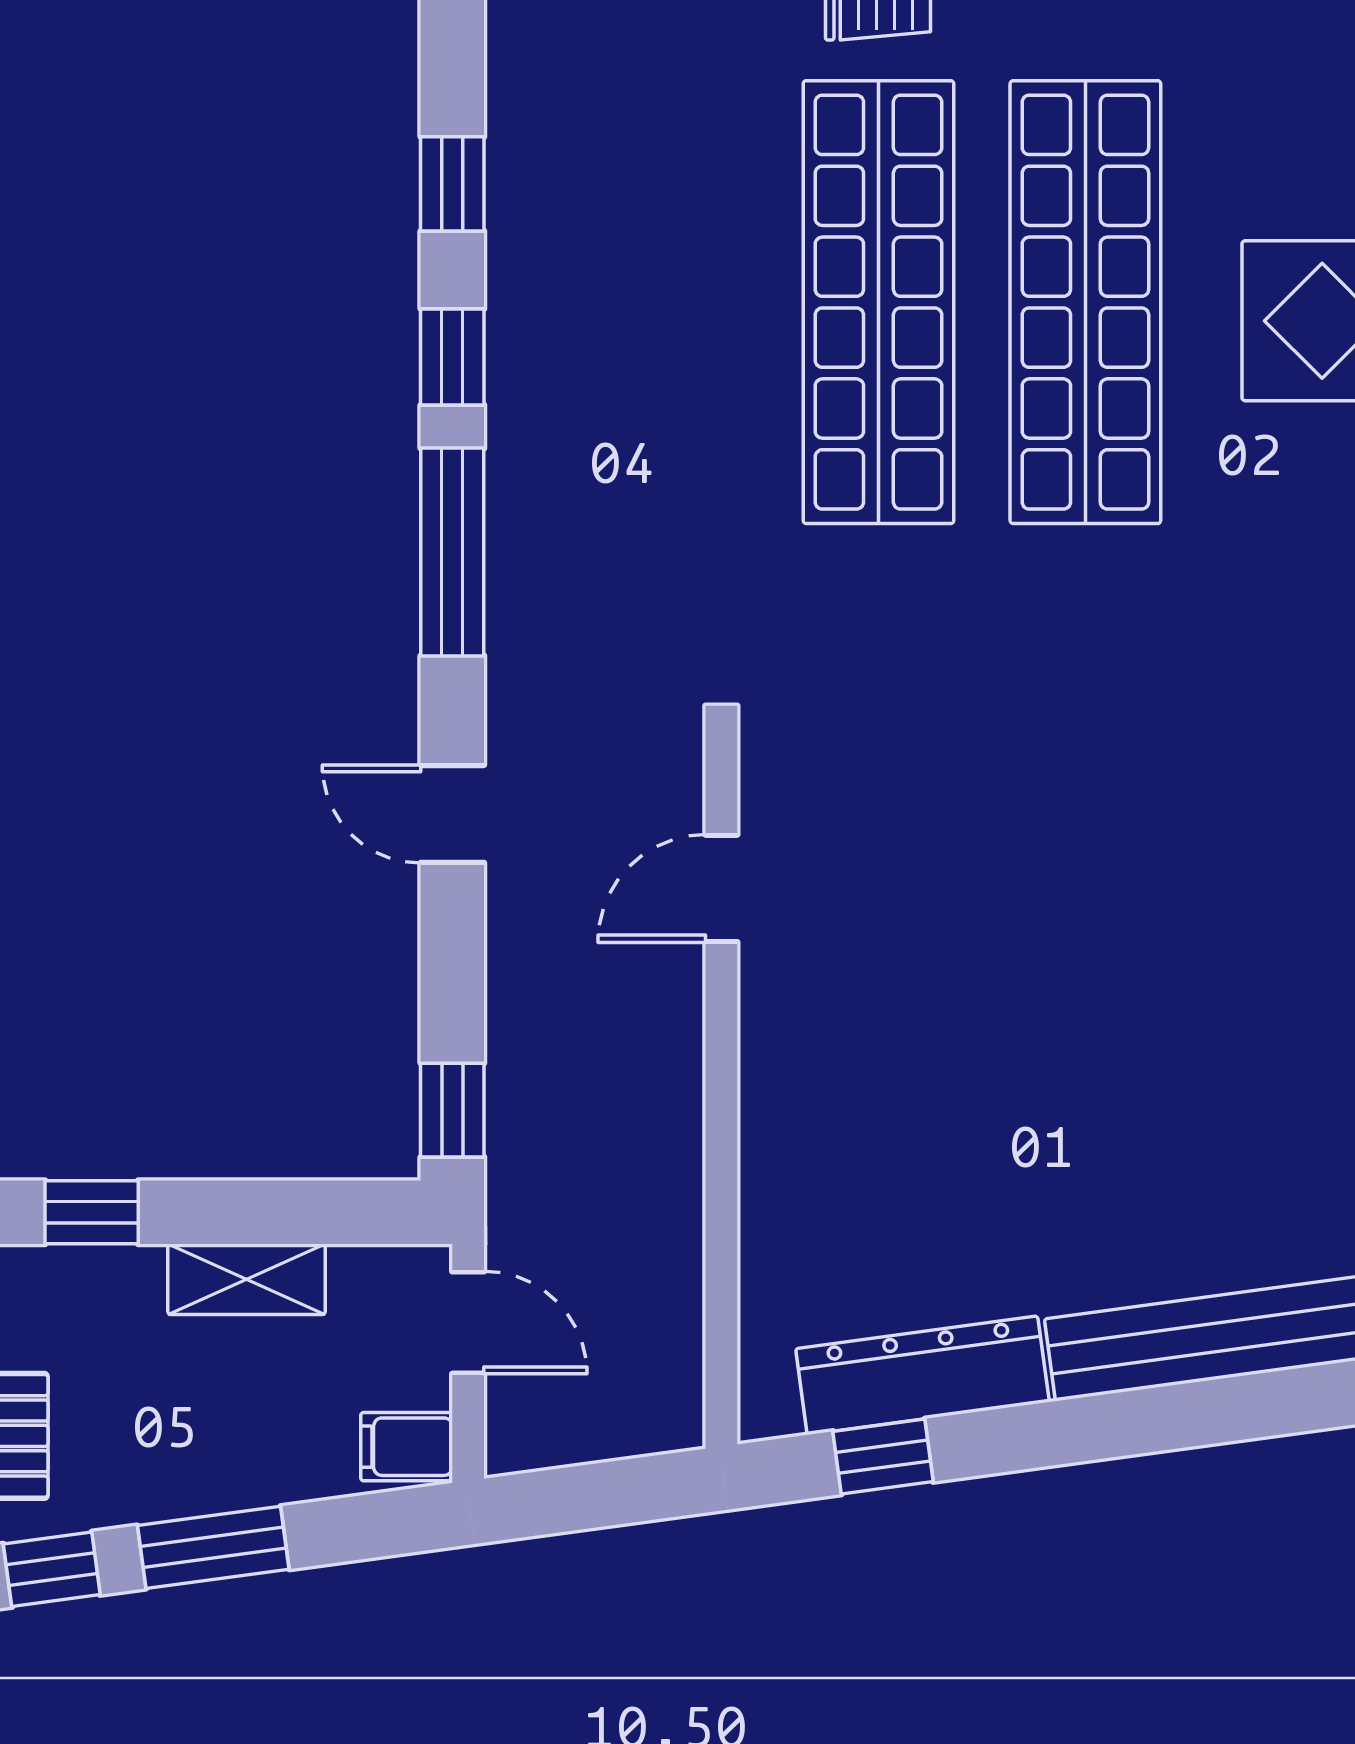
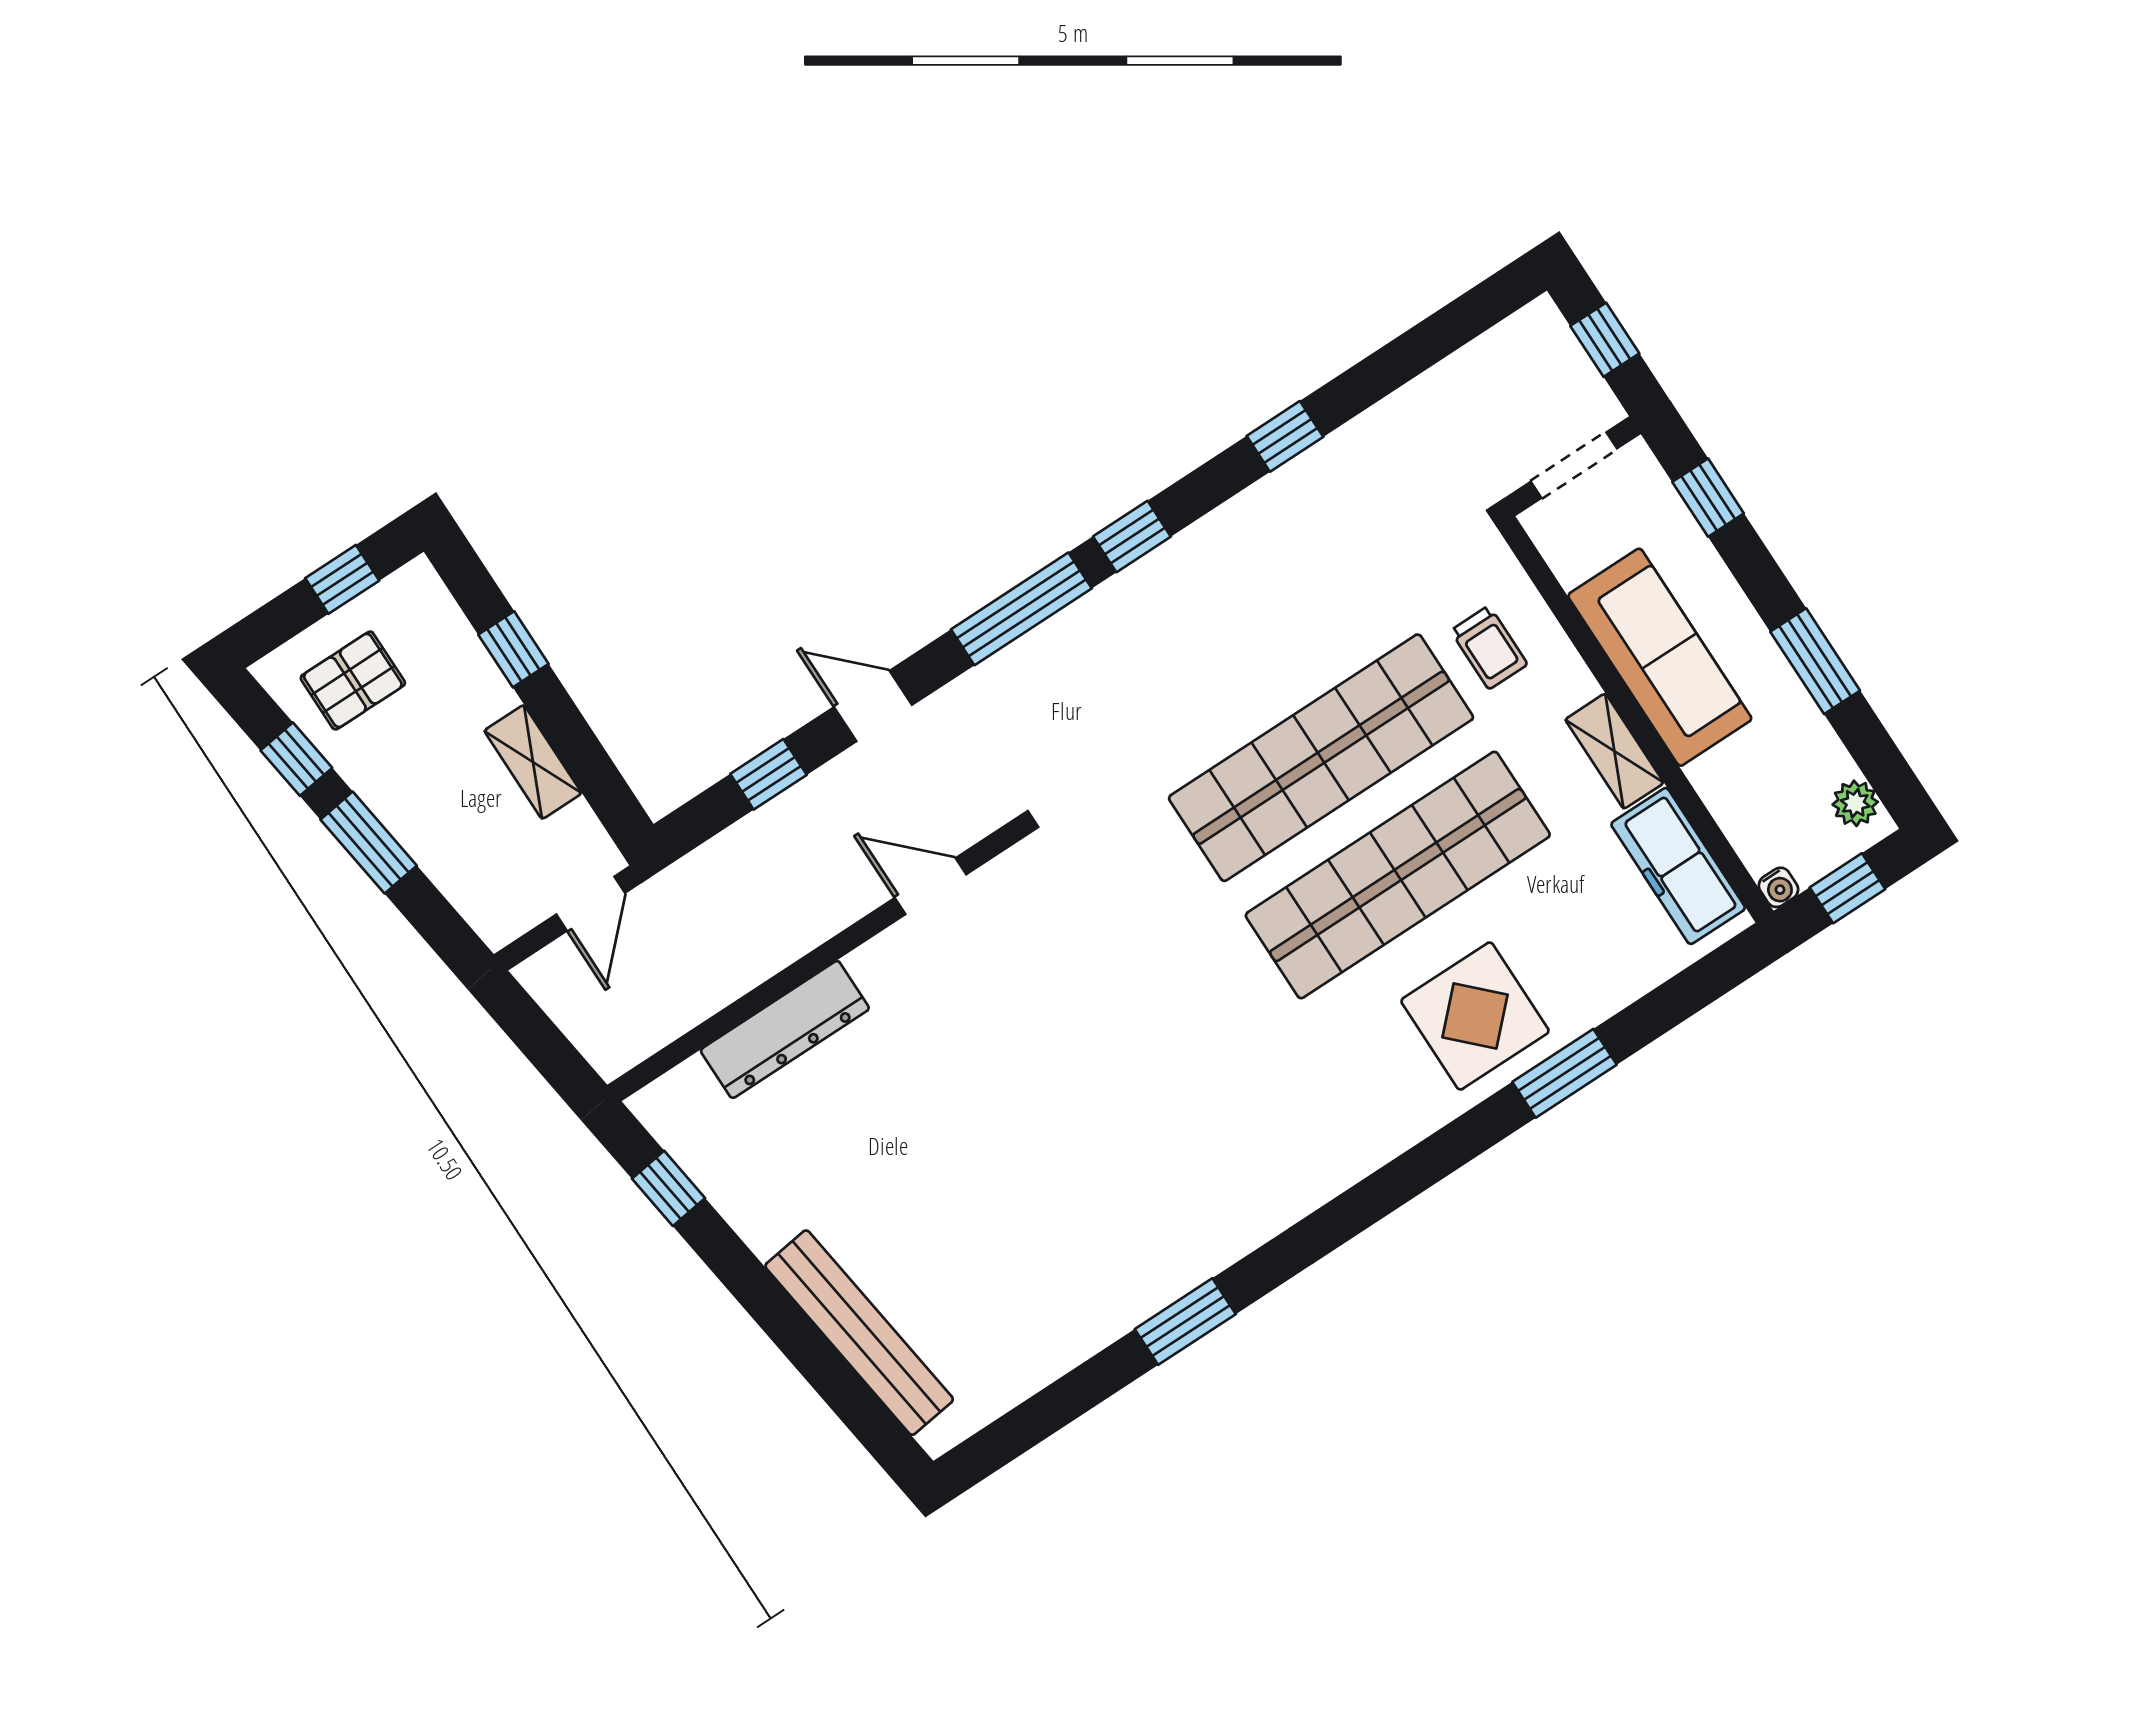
window: (452, 184) -> (1285, 436), moved
door: (452, 814) -> (873, 706), hinge flipped
window: (452, 1110) -> (769, 774), moved
dresser: (922, 1375) -> (785, 1029), moved, turned 98
filing cabinet: (407, 1447) -> (497, 915), removed

